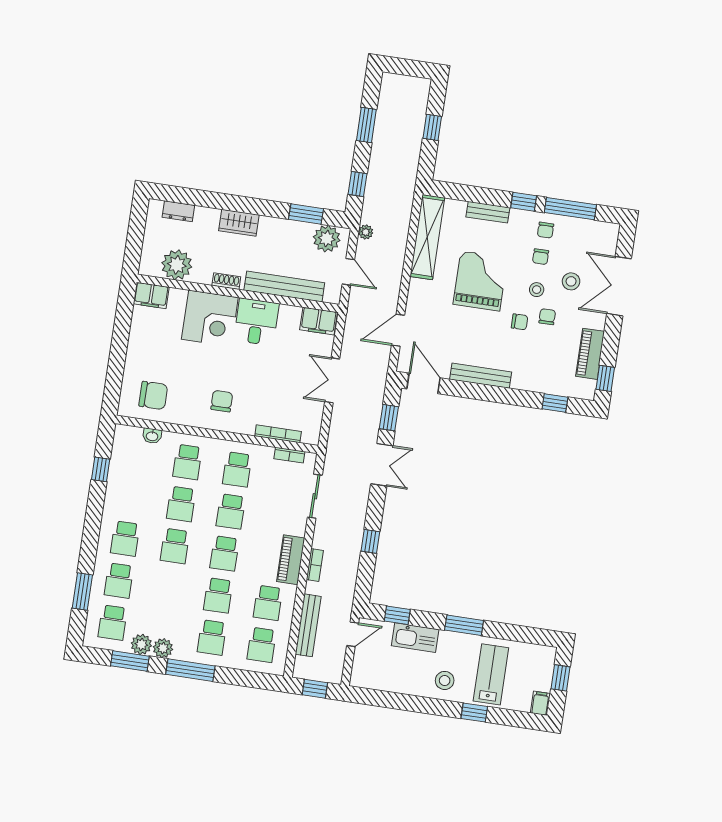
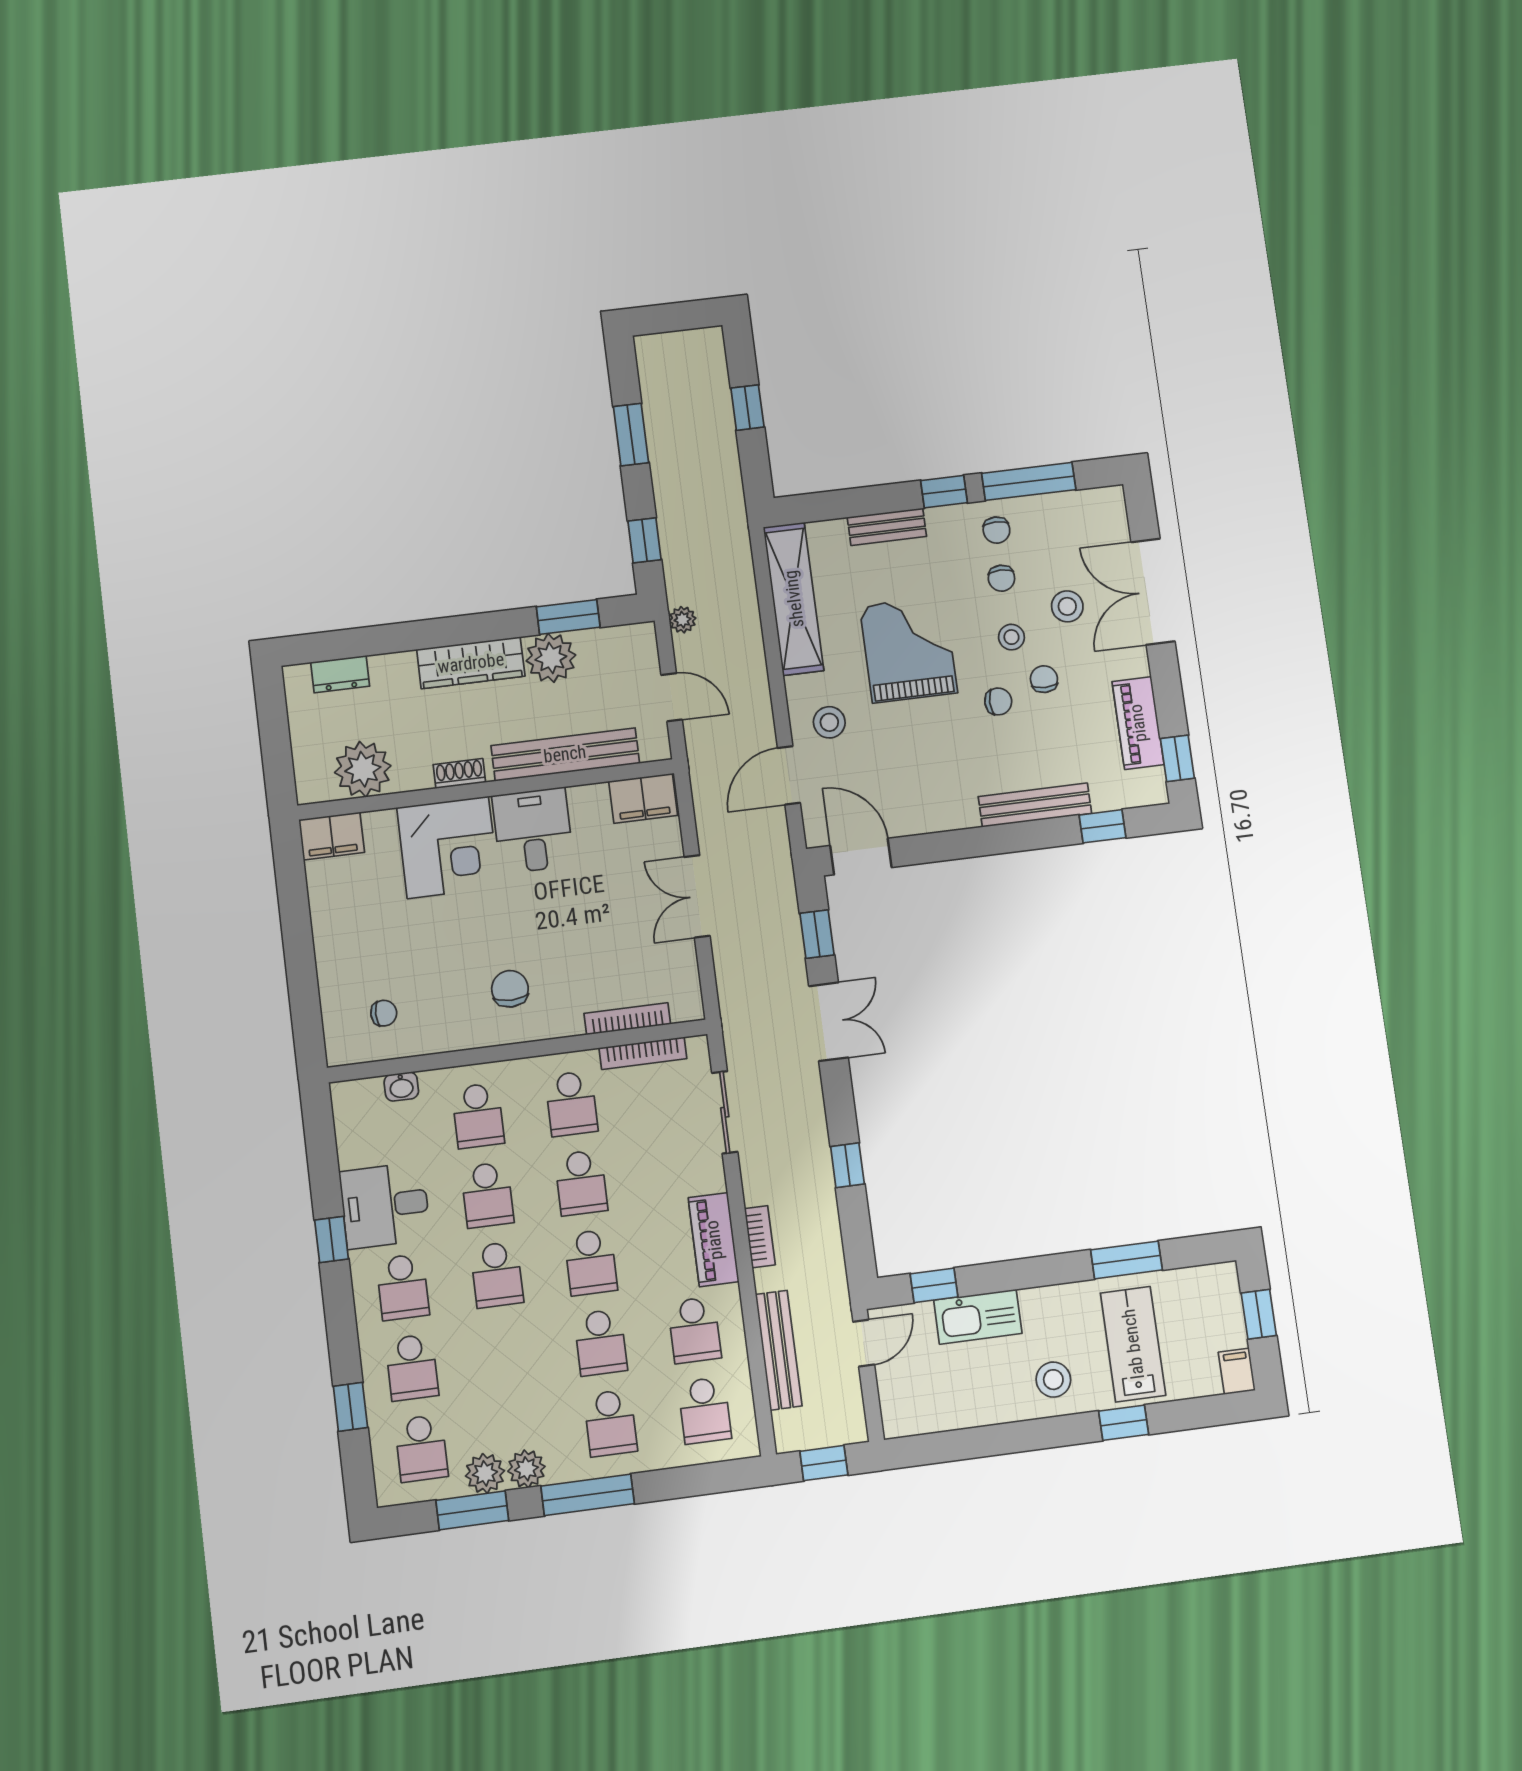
wardrobe: (239, 223) -> (471, 663), width x1.50
plant: (327, 239) -> (551, 658), moved
stool: (427, 308) -> (829, 722), added
bench: (481, 376) -> (1035, 805), moved
chair: (153, 395) -> (384, 1013), width x0.54, depth x0.54
bookcase: (289, 455) -> (643, 1053), width x1.56
window: (101, 469) -> (332, 1240), moved
desk: (127, 494) -> (385, 1205), added
window: (82, 592) -> (350, 1407), width x0.67
window: (464, 625) -> (1127, 1260), moved

